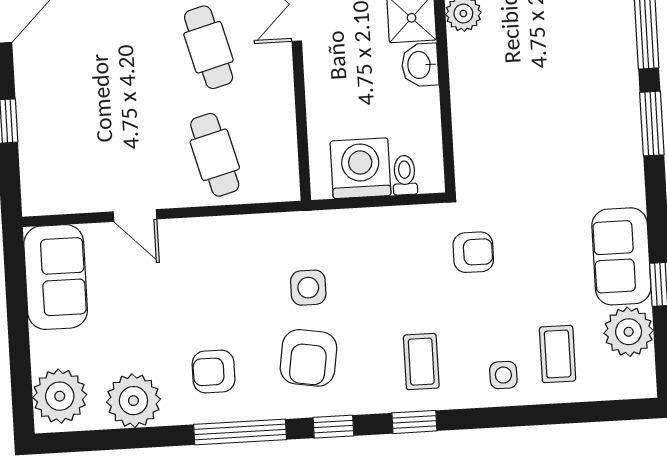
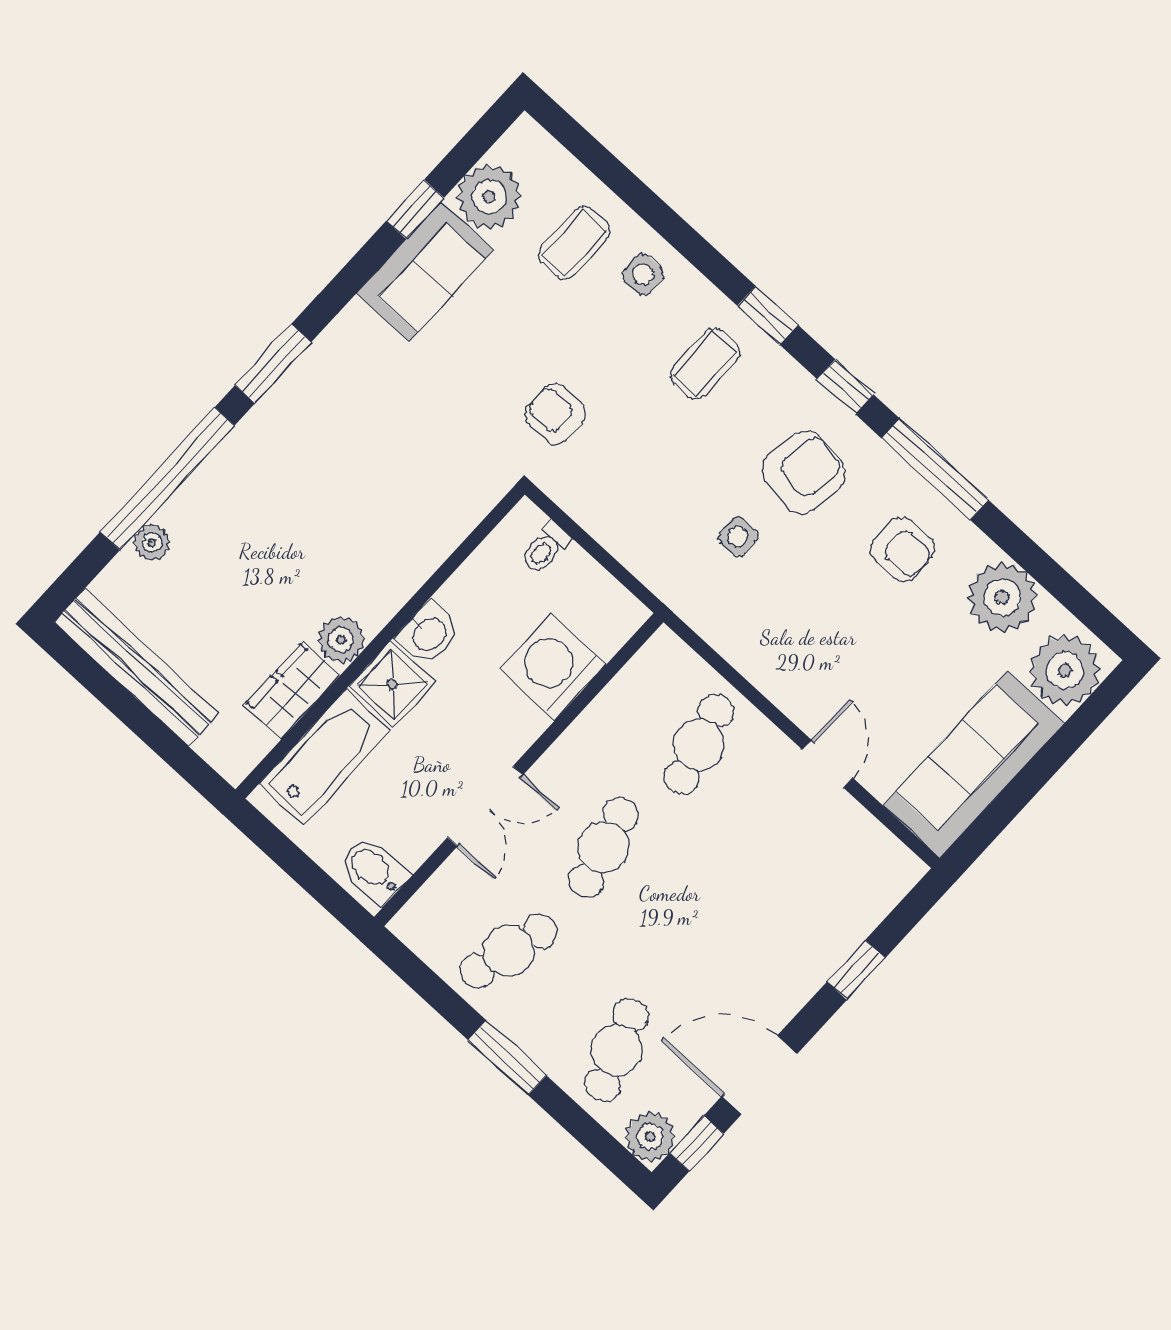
washing machine: (361, 168) -> (553, 667), moved, turned 90
sofa: (56, 277) -> (974, 764), width x1.36
side table: (308, 288) -> (738, 536), width x0.73, depth x0.73

